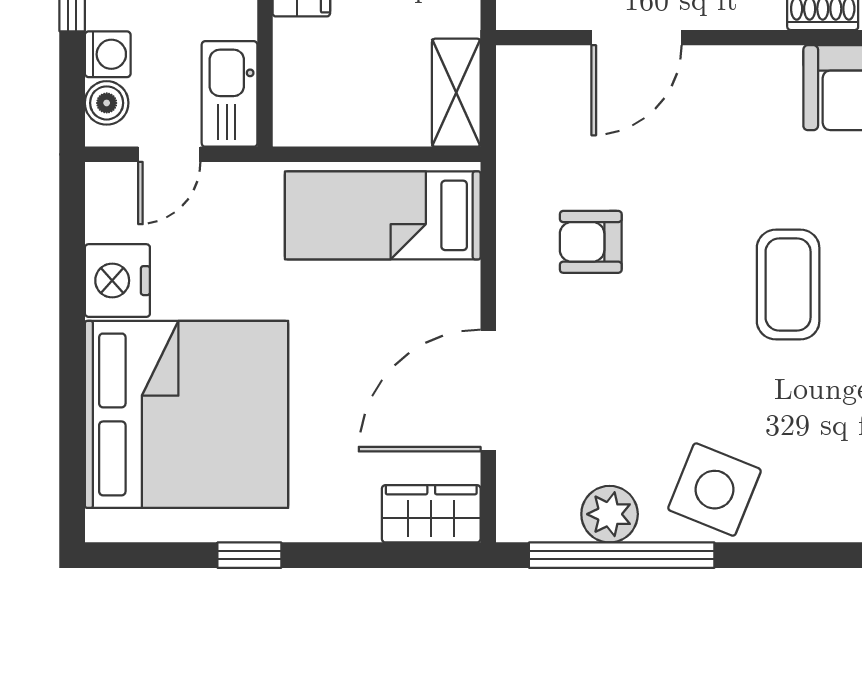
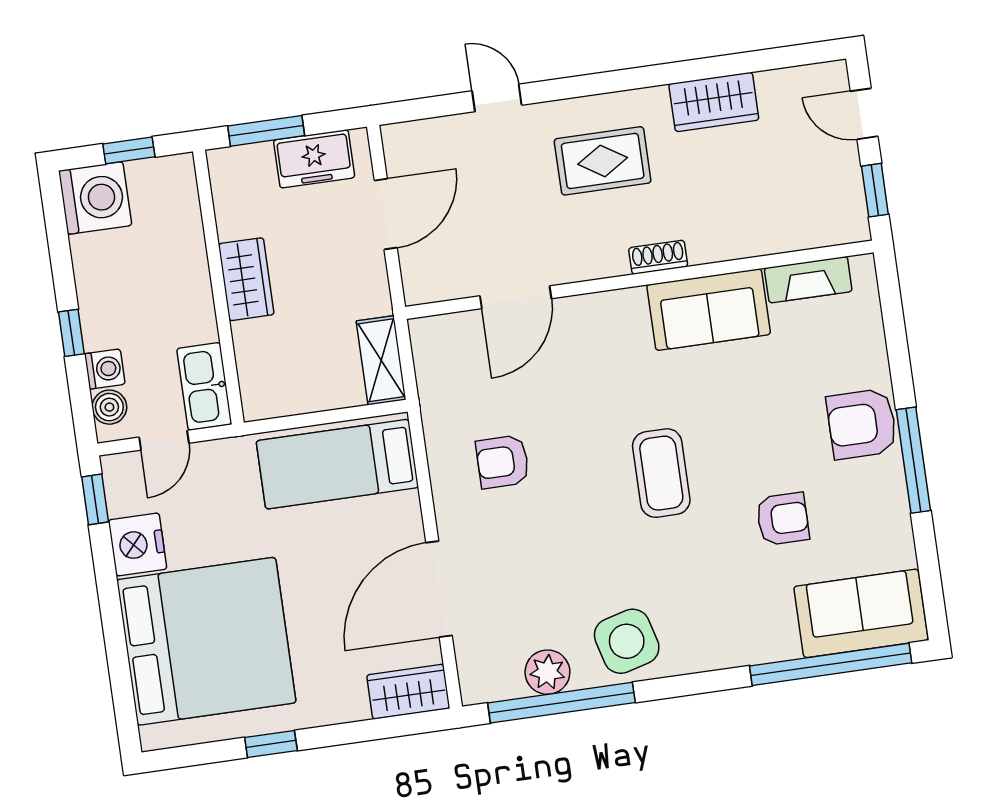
window: (72, 216) -> (95, 499), added
side table: (715, 490) -> (627, 641), turned -37

